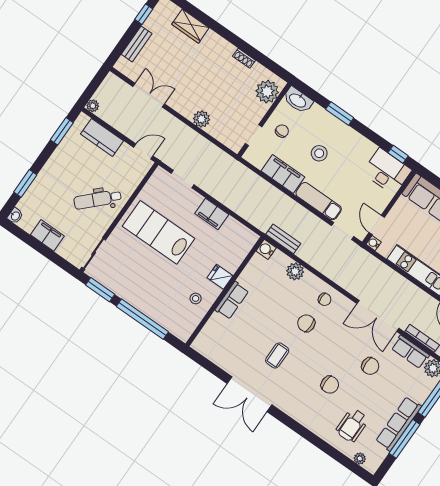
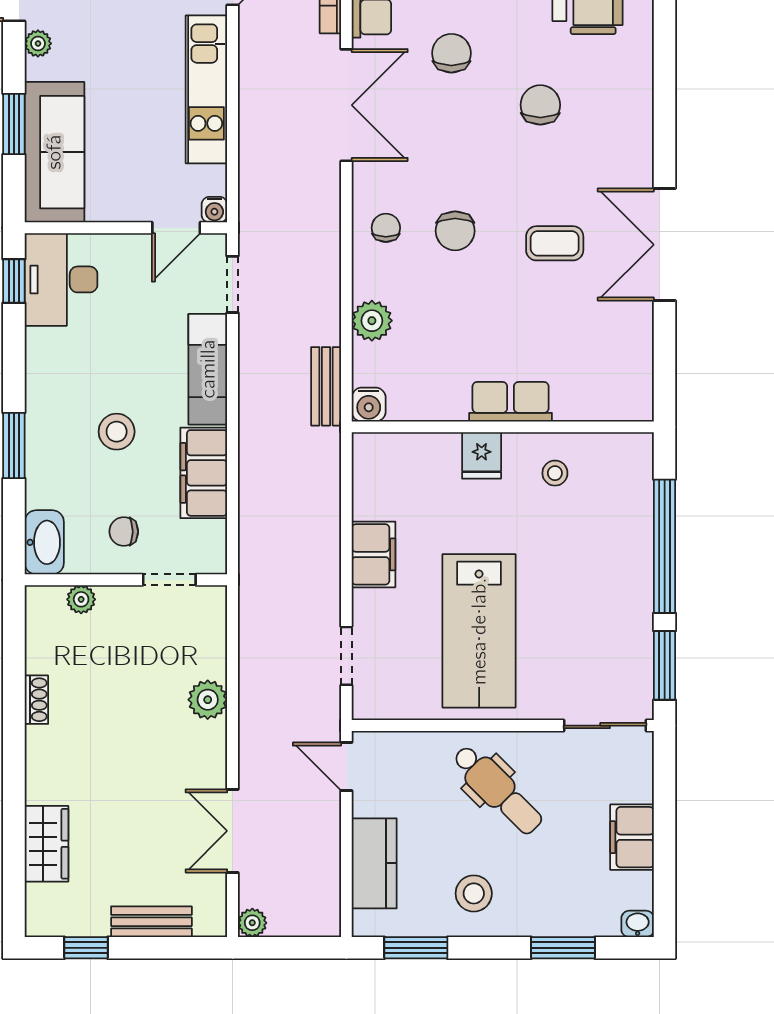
plant: (267, 92) -> (81, 599), width x0.53, depth x0.53
plant: (93, 106) -> (252, 923), moved
stool: (67, 165) -> (474, 893), added
double door: (249, 394) -> (665, 245), swing flipped

